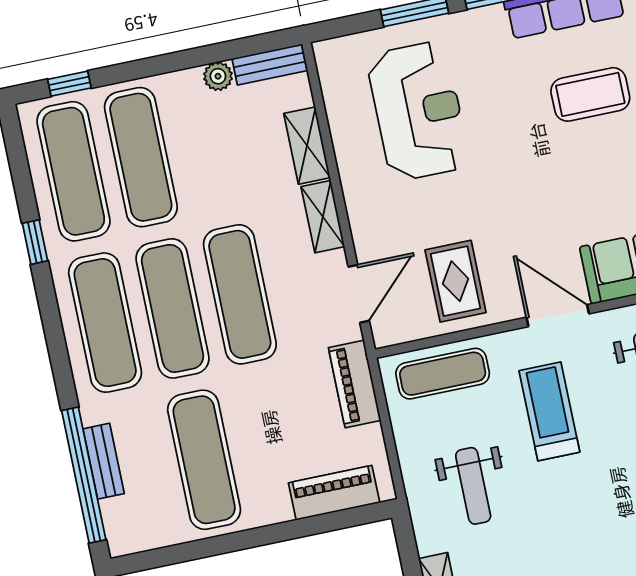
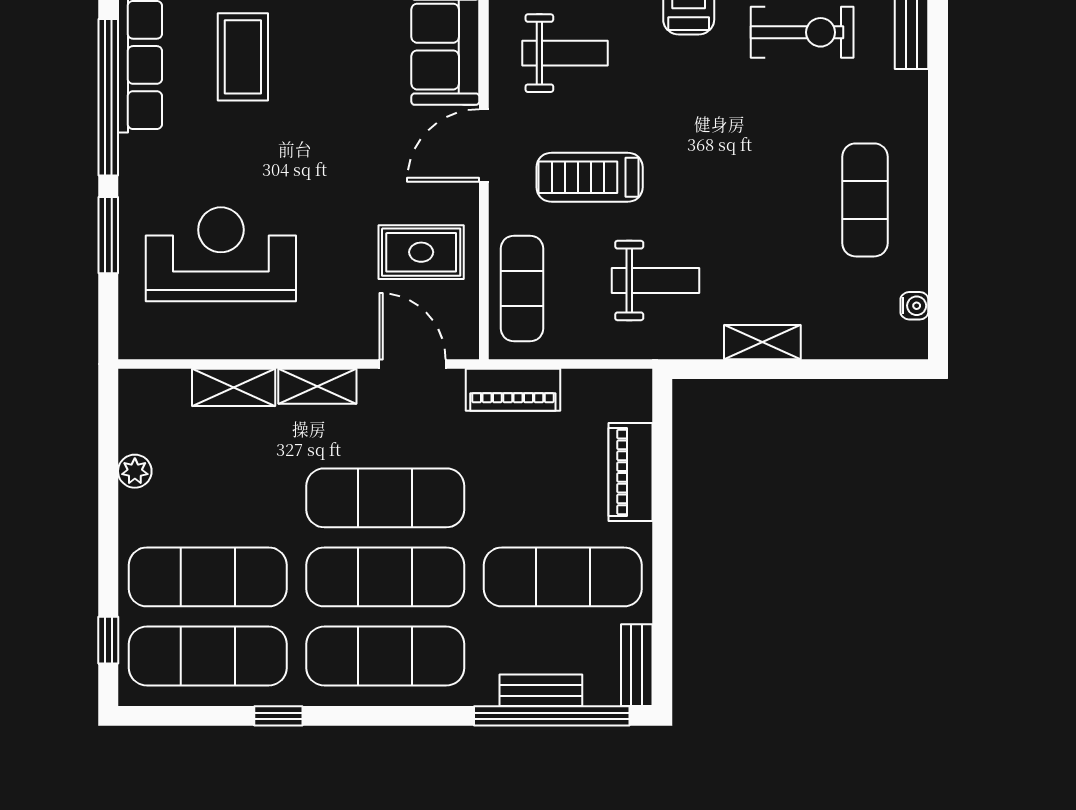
bench: (270, 64) -> (637, 665), moved
piano: (334, 493) -> (630, 472), moved

